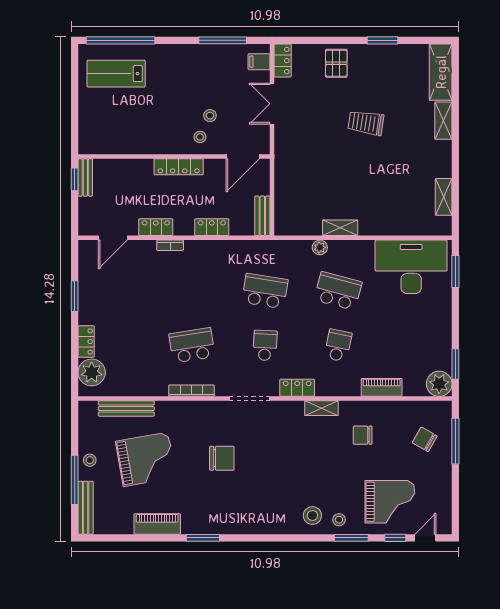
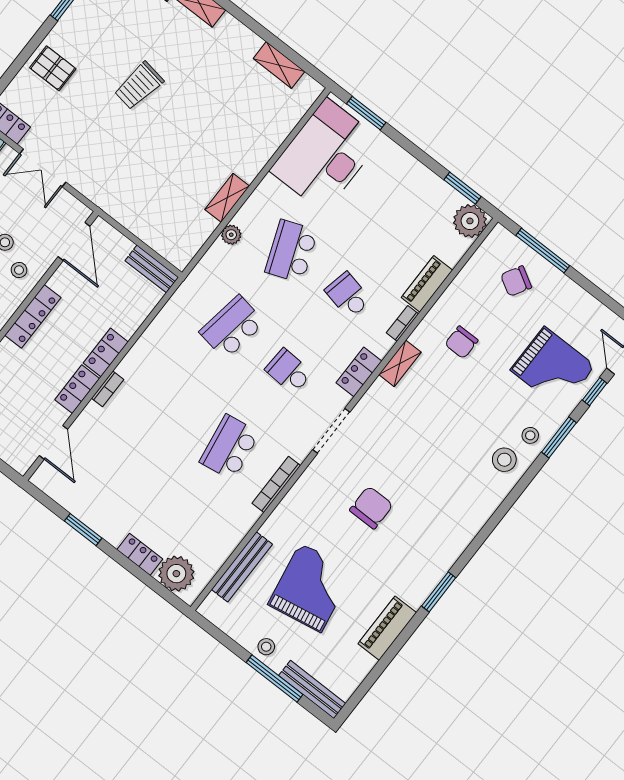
locker: (212, 227) -> (106, 352), moved
school desk: (338, 291) -> (291, 251), turned -36
bookcase: (347, 391) -> (403, 323), added
grand piano: (390, 502) -> (553, 368), turned 90

